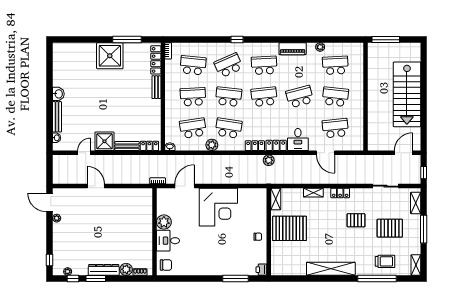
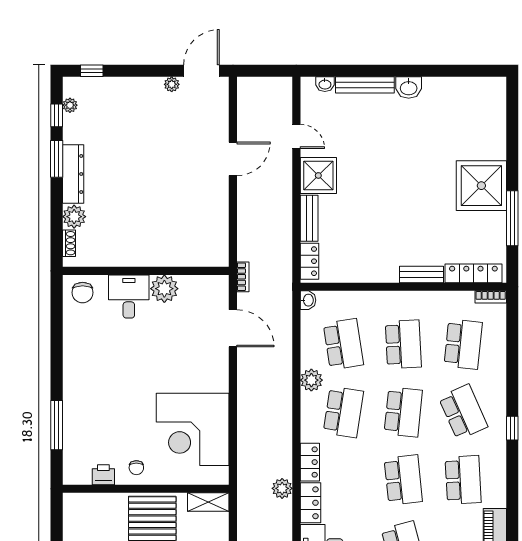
corner desk: (218, 207) -> (193, 429), moved
printer: (261, 270) -> (103, 475), moved

